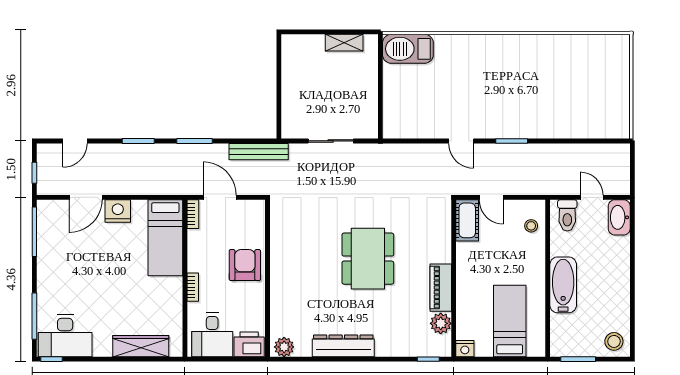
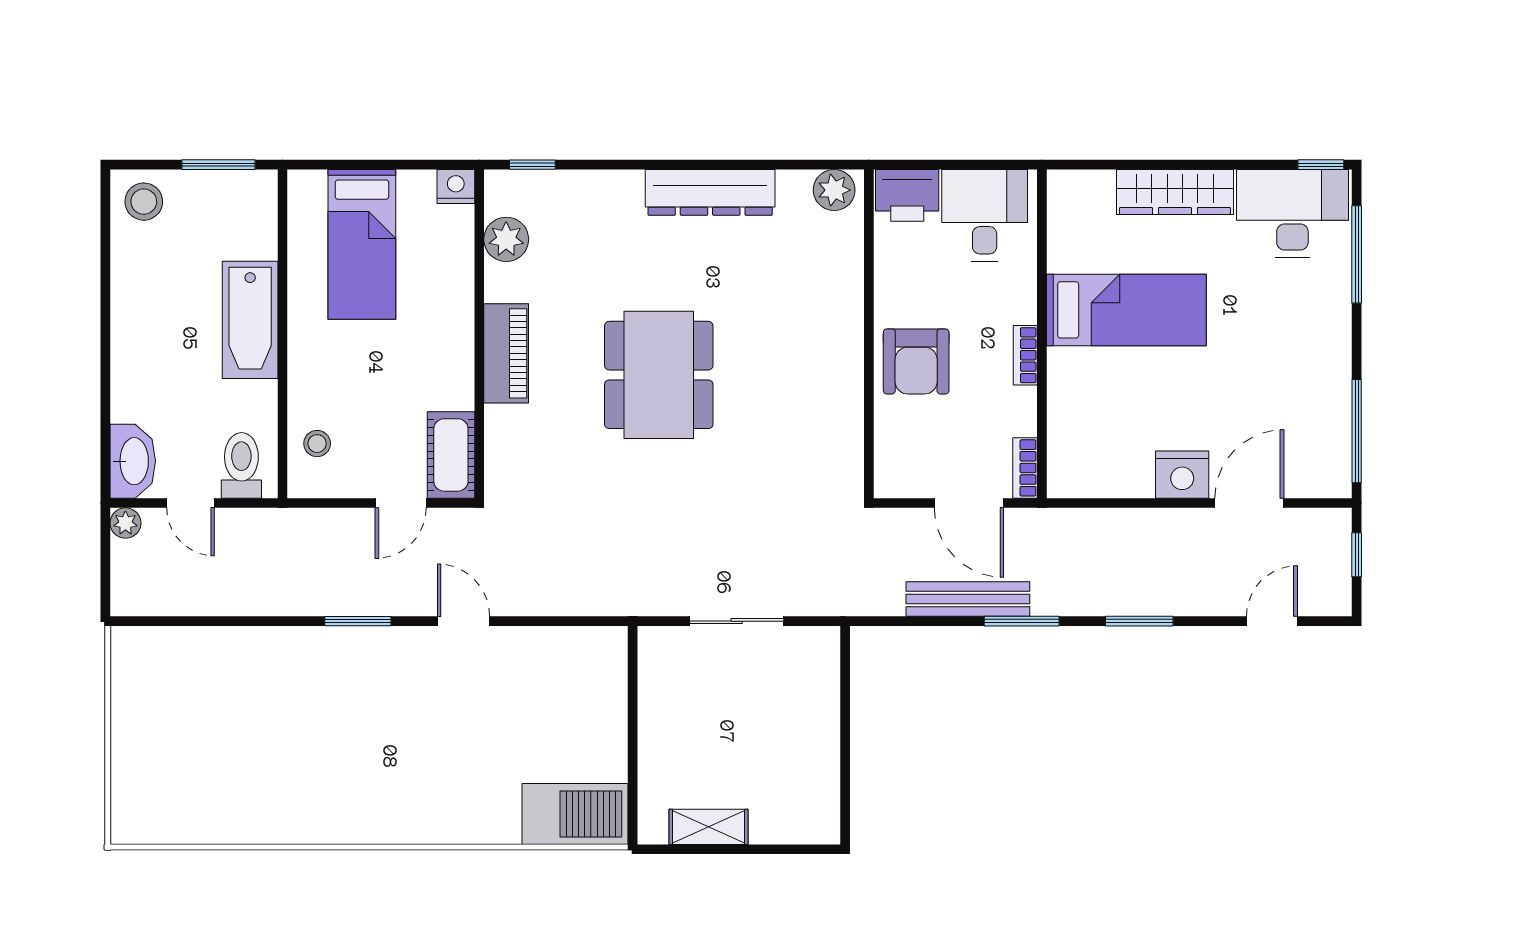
bench: (259, 152) -> (968, 599), moved
plant: (623, 188) -> (125, 523), added
door: (491, 197) -> (401, 503), swing flipped
bed: (165, 238) -> (1126, 310), moved, turned 90
bookcase: (193, 287) -> (1025, 355), moved
piano: (441, 288) -> (506, 353), moved
wardrobe: (141, 346) -> (1175, 192), moved

